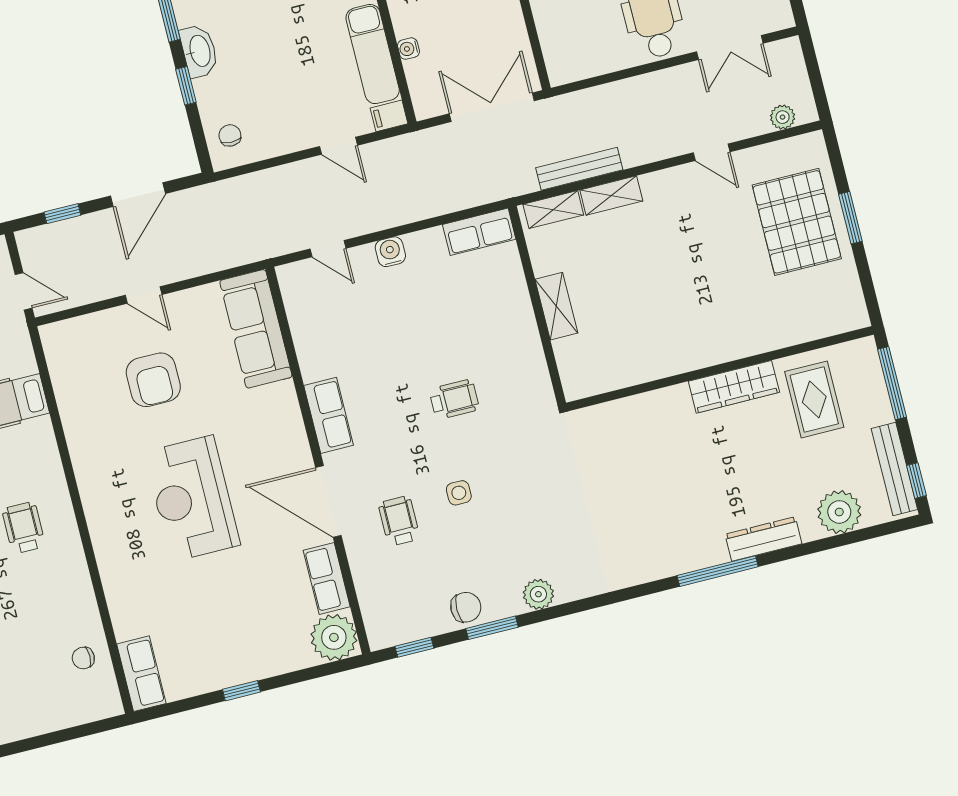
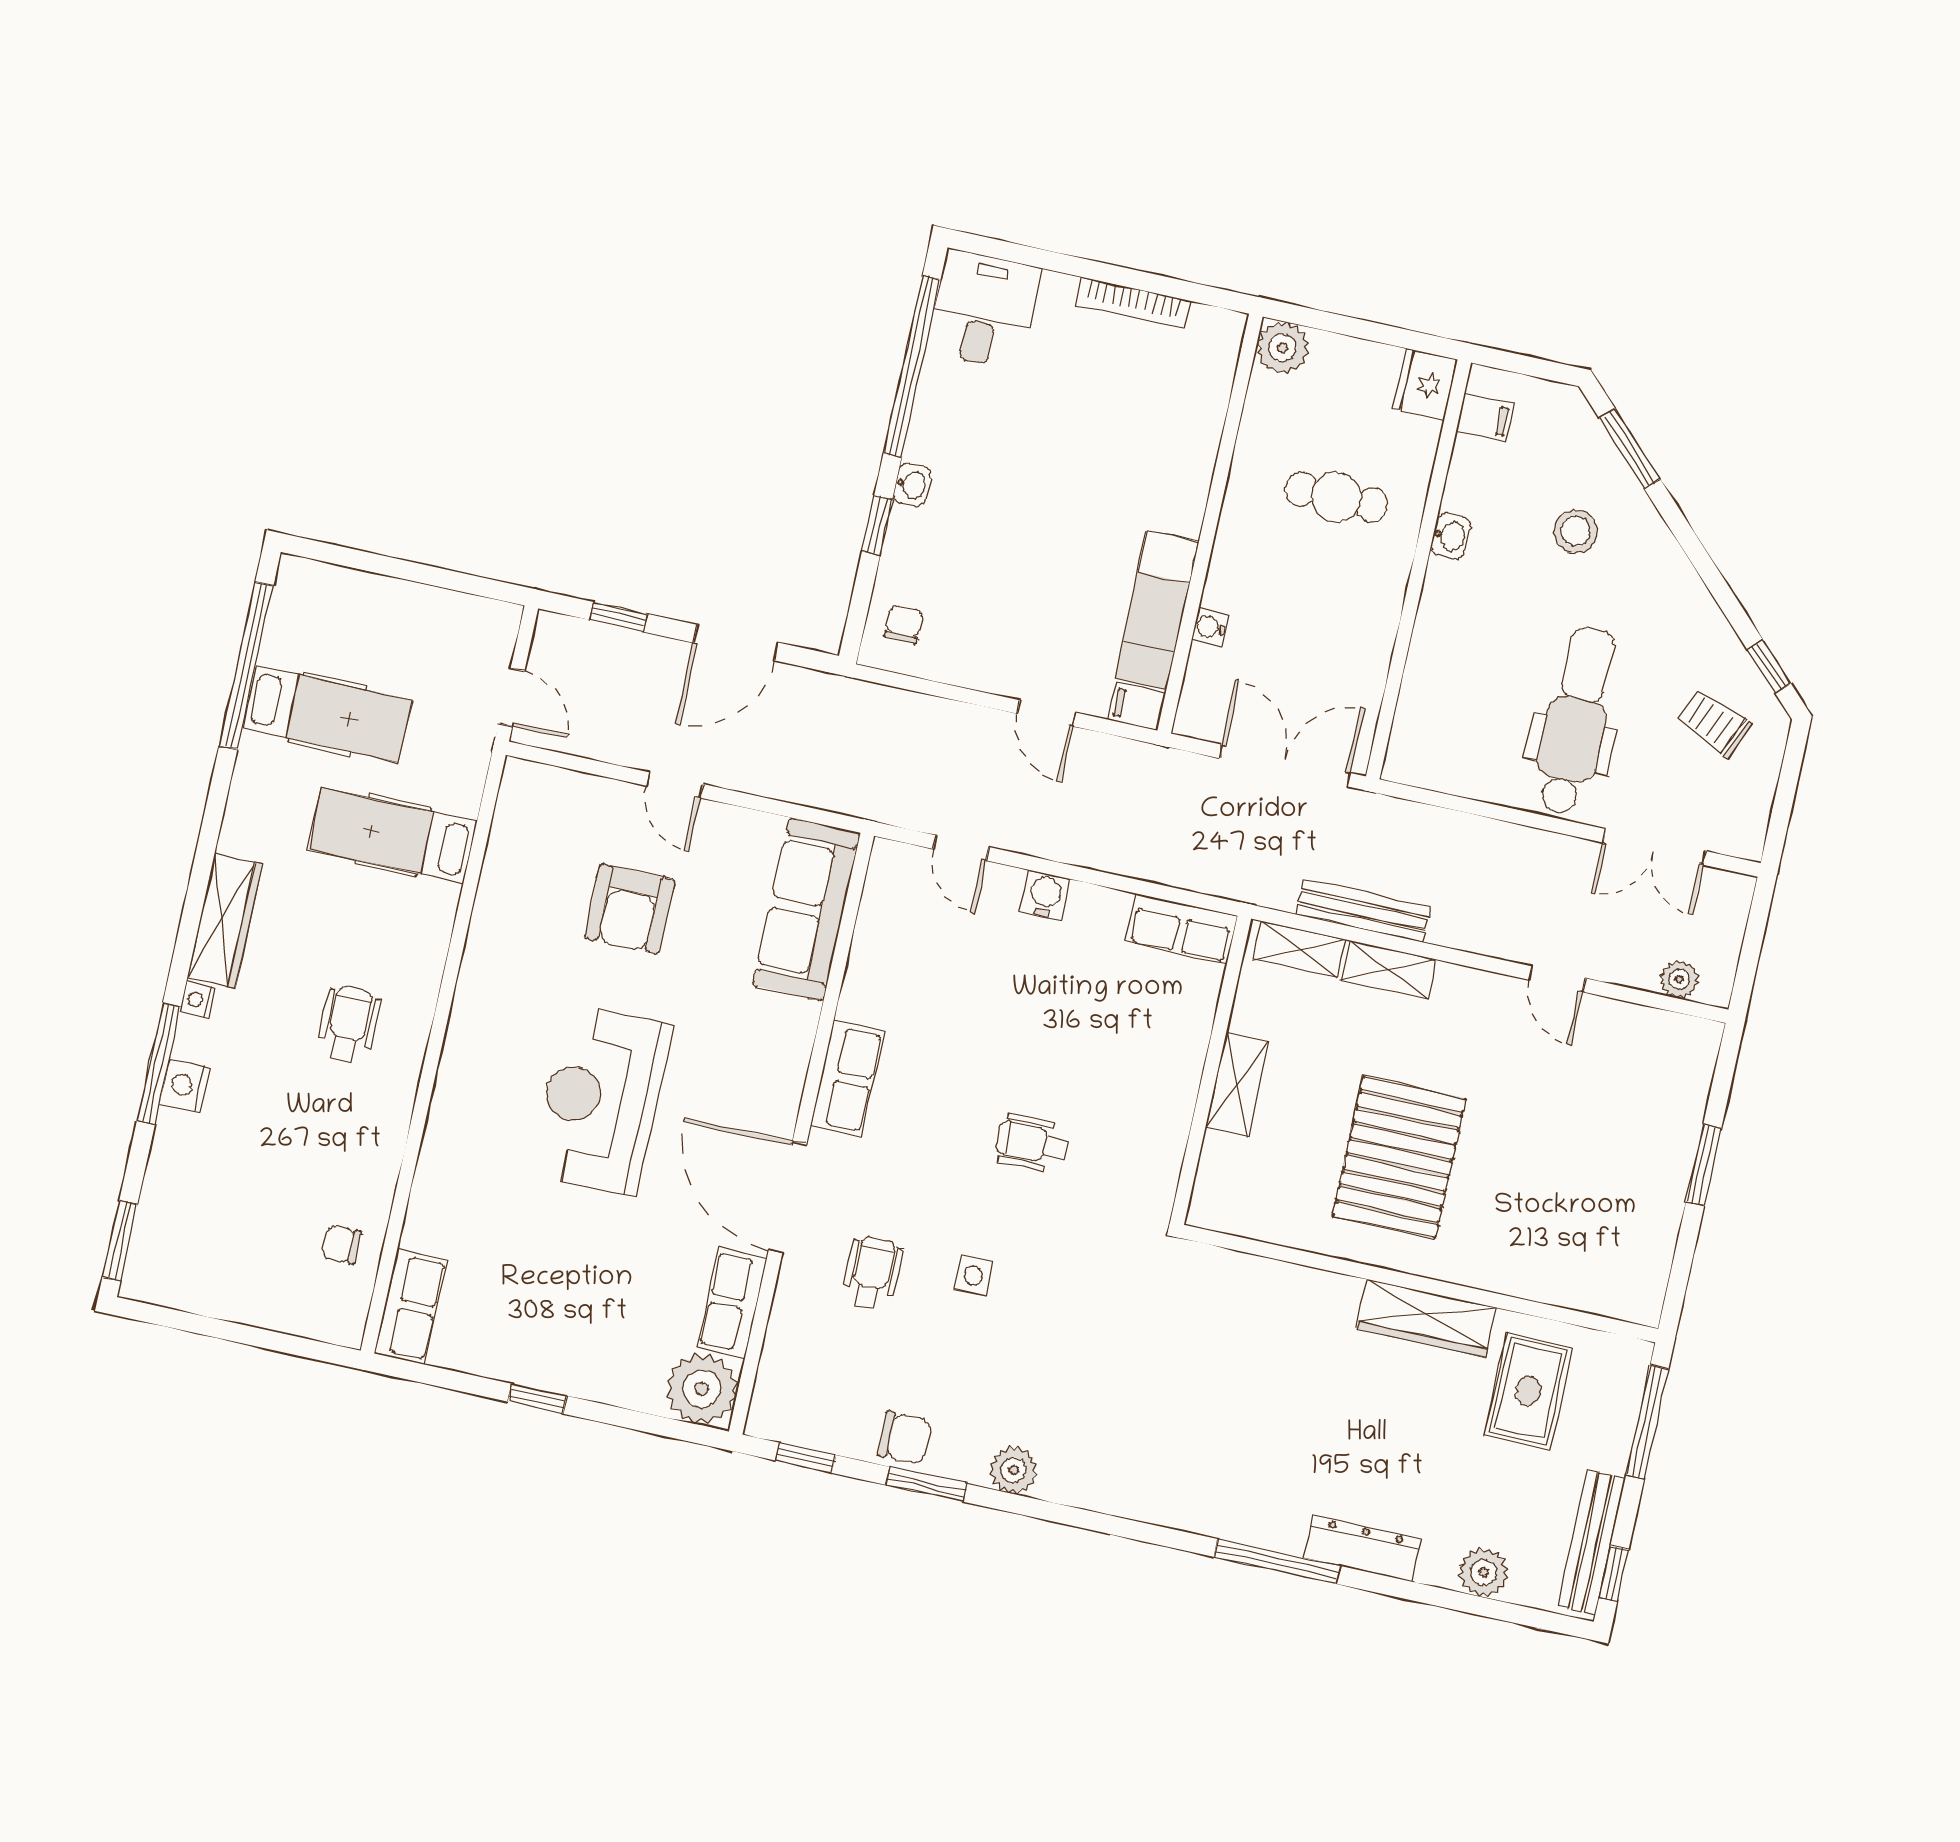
washbasin: (199, 51) -> (912, 485), width x0.52, depth x0.69
pallet: (797, 222) -> (1399, 1157), moved
wheelchair: (454, 399) -> (1032, 1143), turned 180
plant: (839, 512) -> (1484, 1572), width x0.73, depth x0.73

